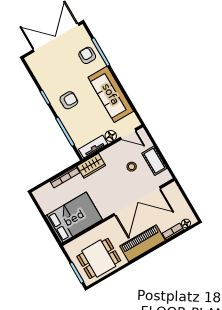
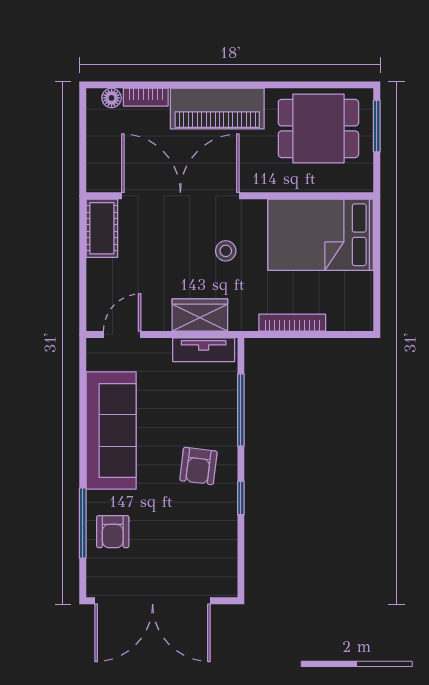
armchair: (69, 100) -> (198, 466), turned -83
door: (128, 134) -> (122, 334), hinge flipped
floor lamp: (111, 136) -> (158, 350), removed
cot: (154, 161) -> (102, 228), moved
wardrobe: (91, 166) -> (200, 315), moved
stool: (132, 167) -> (226, 251), moved

